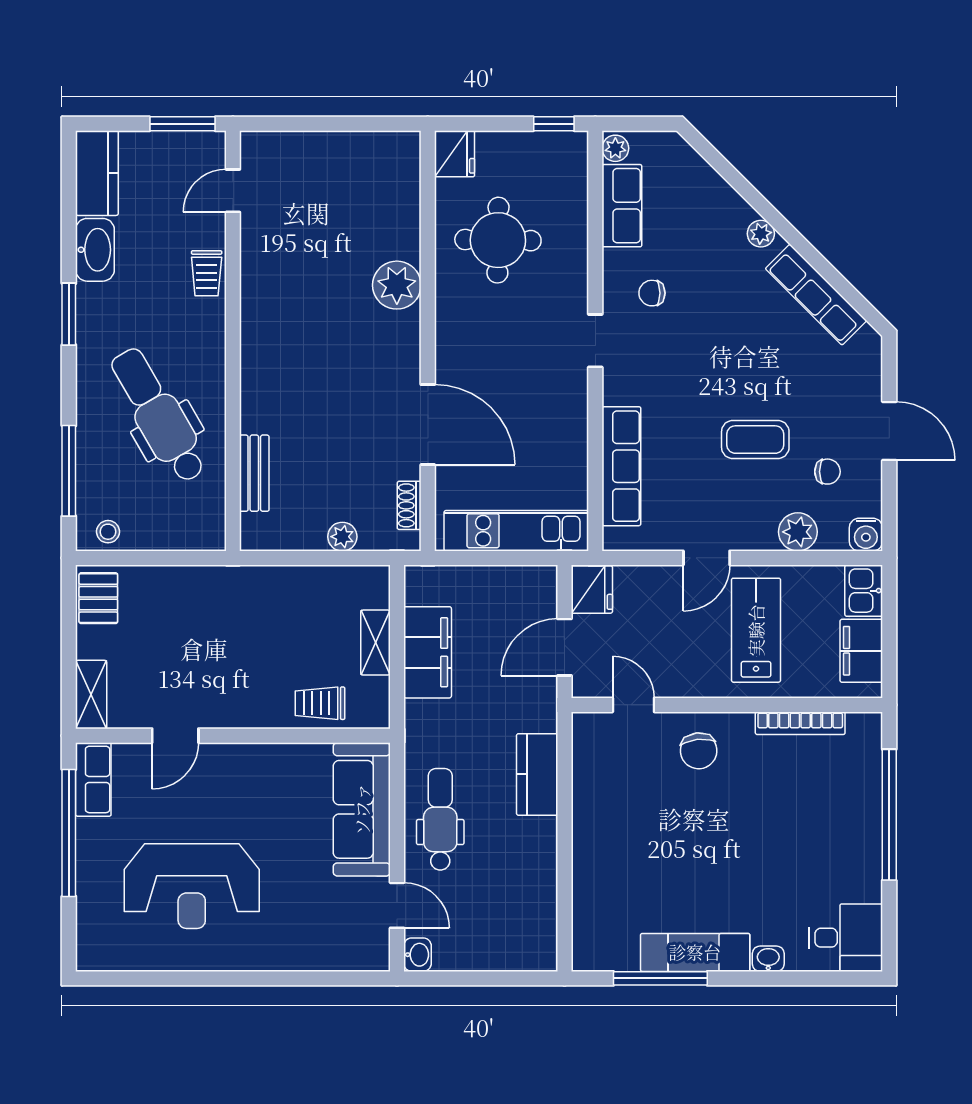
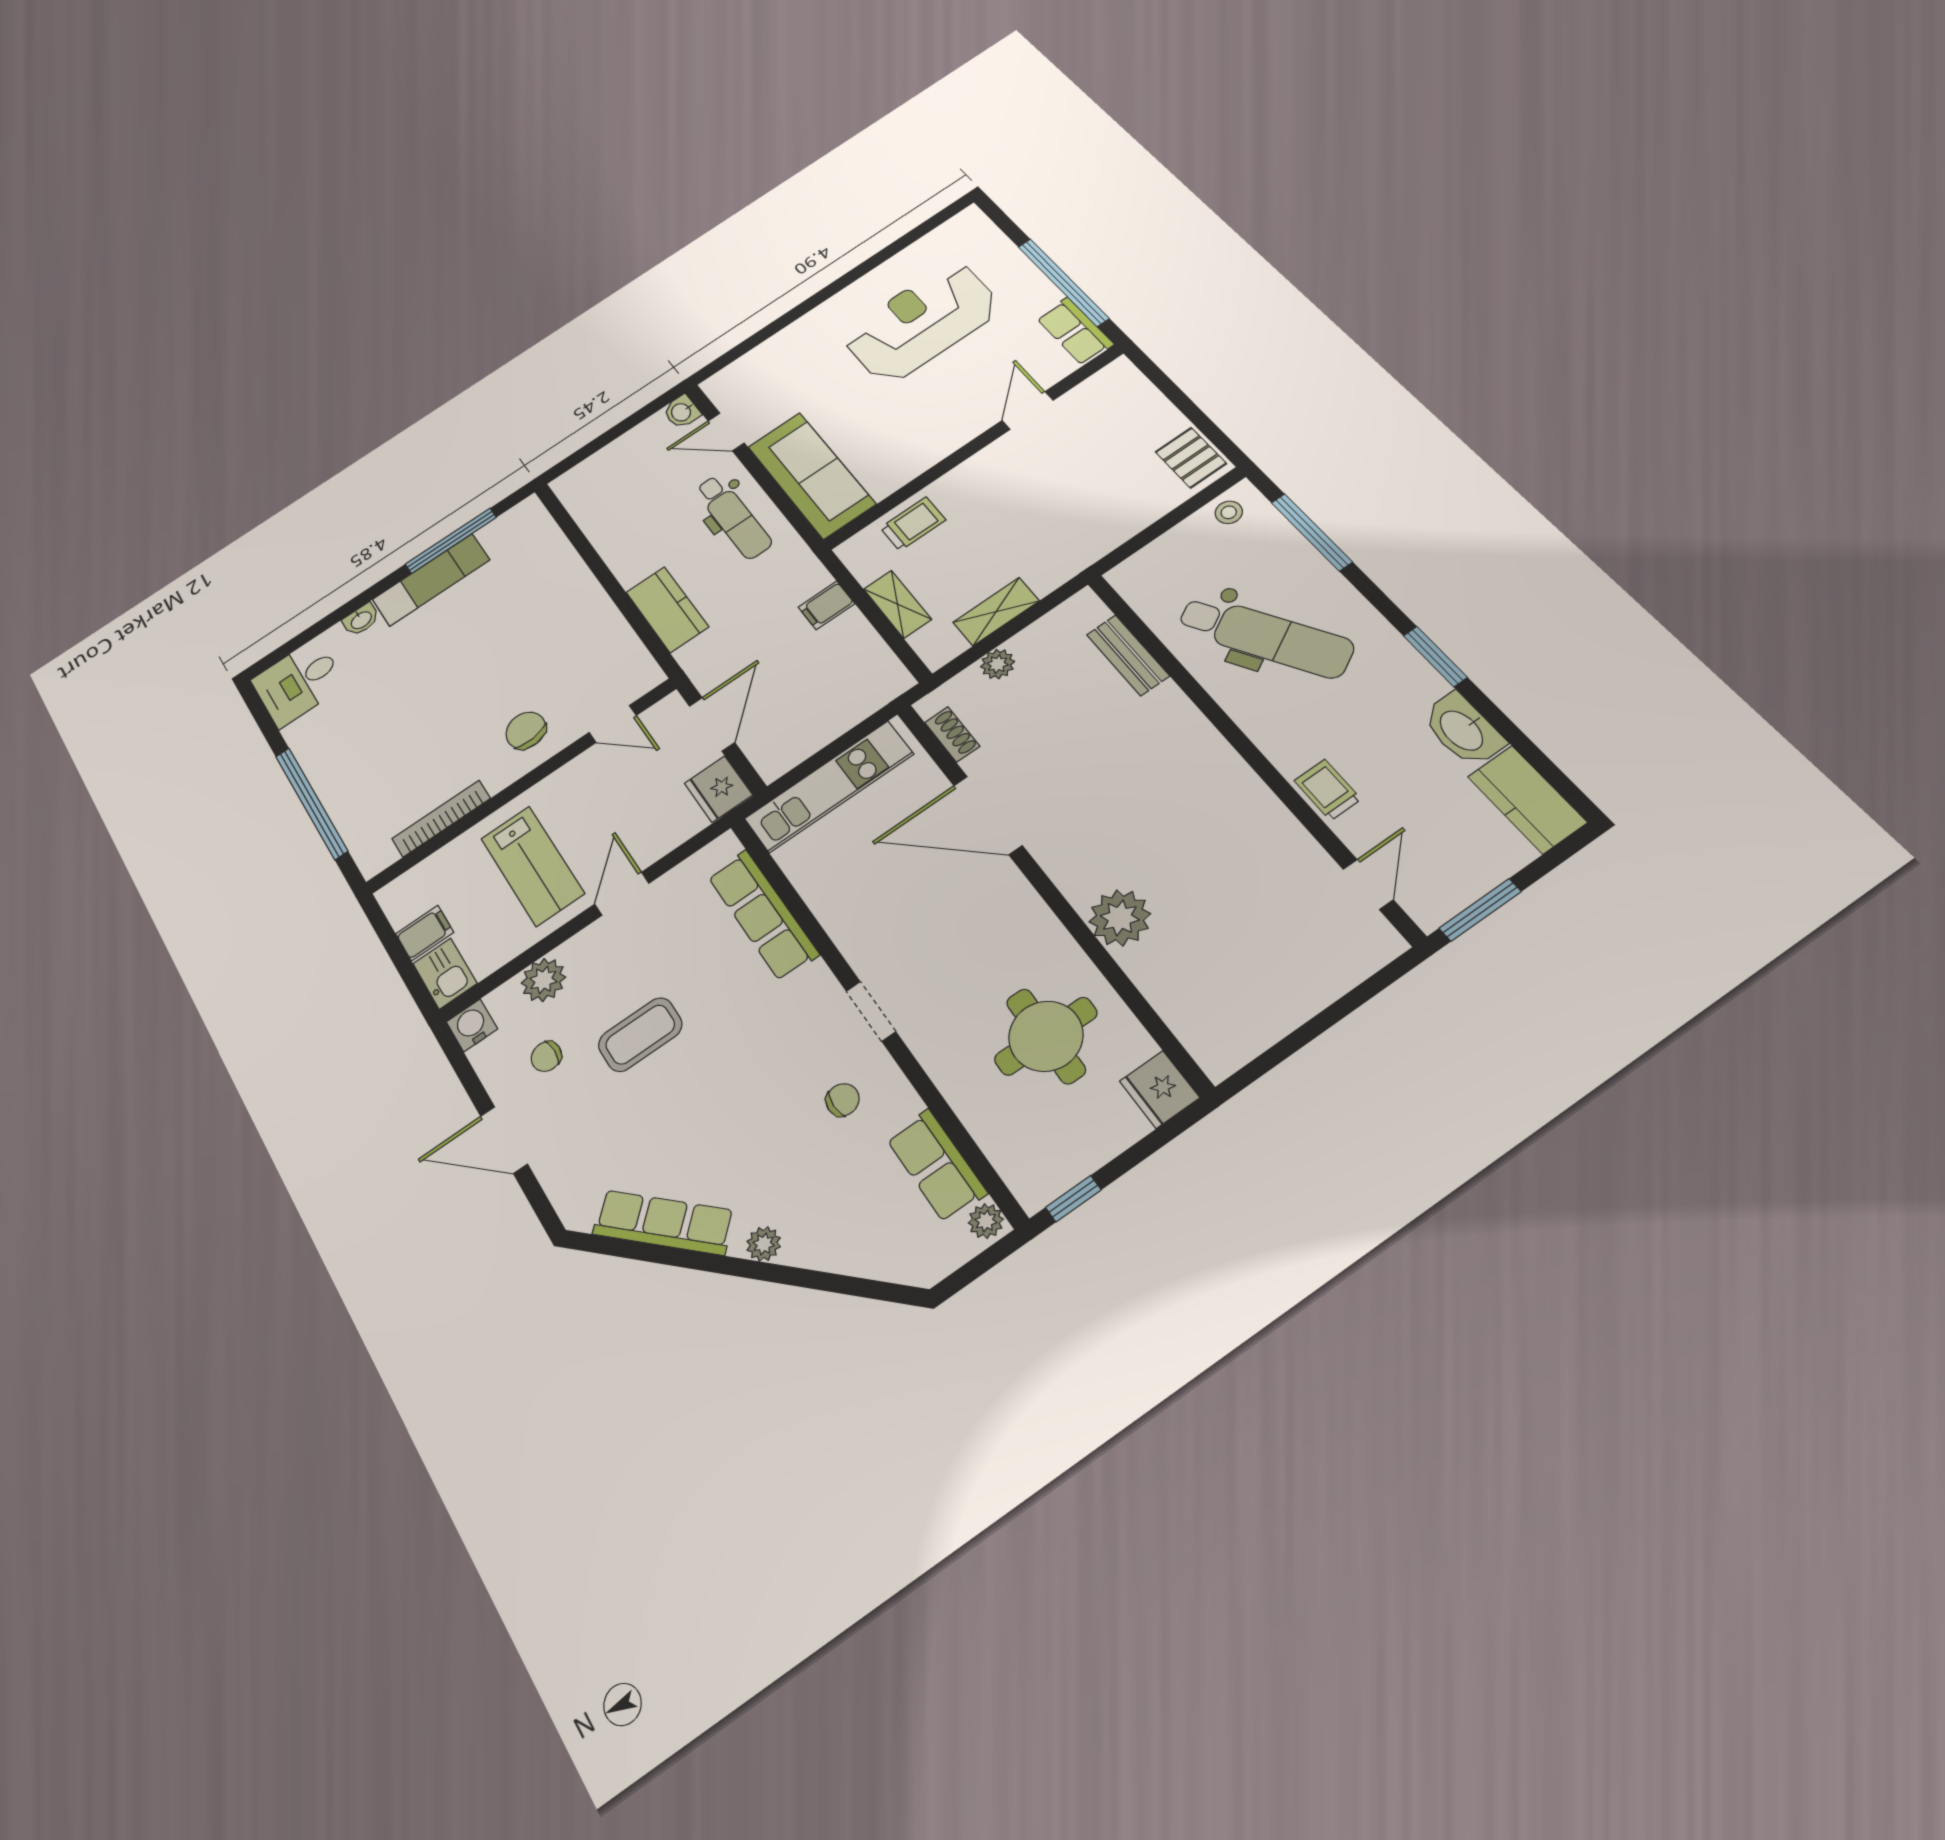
filing cabinet: (861, 651) -> (425, 933), width x0.50
filing cabinet: (428, 652) -> (826, 605), width x0.33, depth x0.86
shelving: (91, 695) -> (996, 612), moved, turned 90

